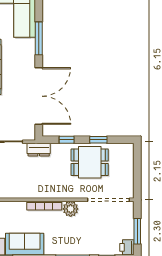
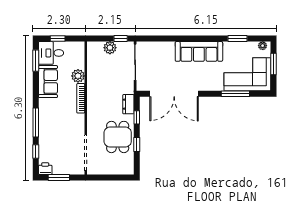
window: (39, 38) -> (235, 94), moved
dresser: (39, 150) -> (128, 104), moved
plant: (71, 209) -> (78, 76), moved

